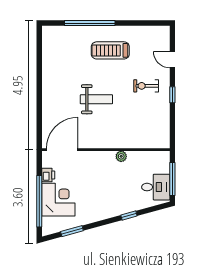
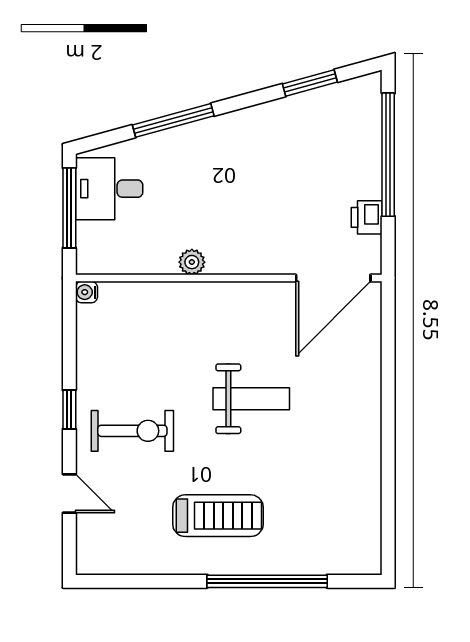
exercise bike: (146, 86) -> (132, 431), width x1.38, depth x1.39
weight bench: (96, 99) -> (251, 399), turned 180
water cooler: (165, 144) -> (86, 292), added
corner desk: (58, 200) -> (342, 159), removed
window: (129, 216) -> (173, 120), width x2.17

